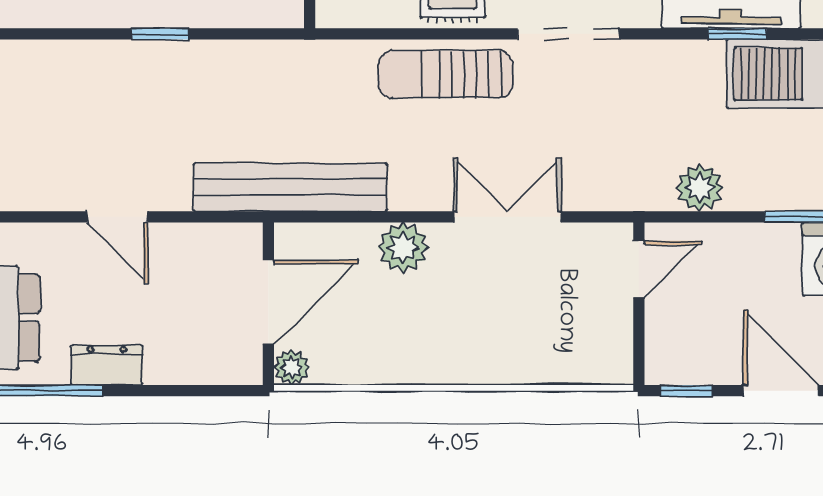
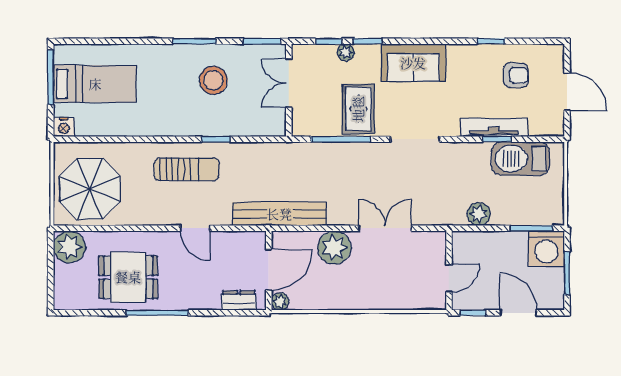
window: (416, 34) -> (341, 139), added
sun lounger: (446, 74) -> (187, 169), moved, turned 180
plant: (403, 248) -> (334, 248), width x1.36, depth x1.36
door: (639, 269) -> (449, 278), moved
dresser: (107, 365) -> (239, 300), moved

